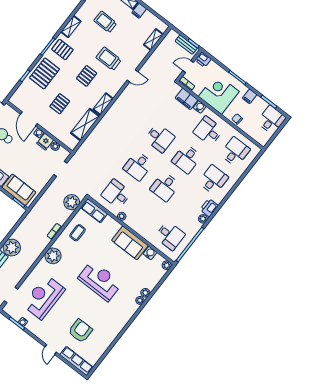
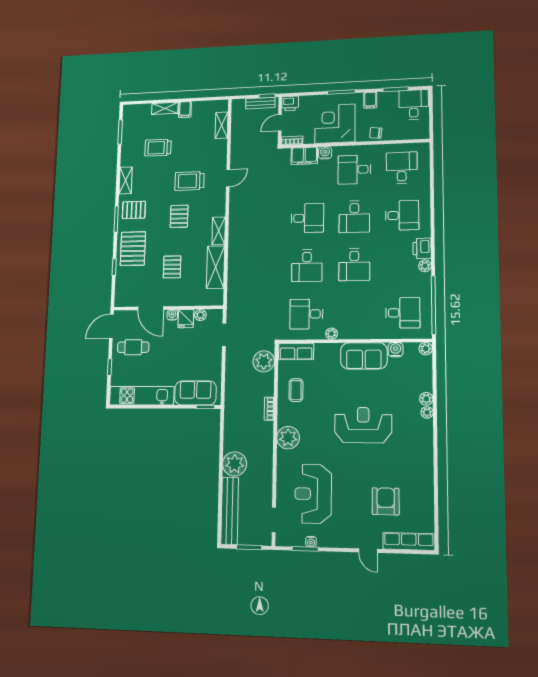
desk: (213, 180) -> (402, 215), turned 90

